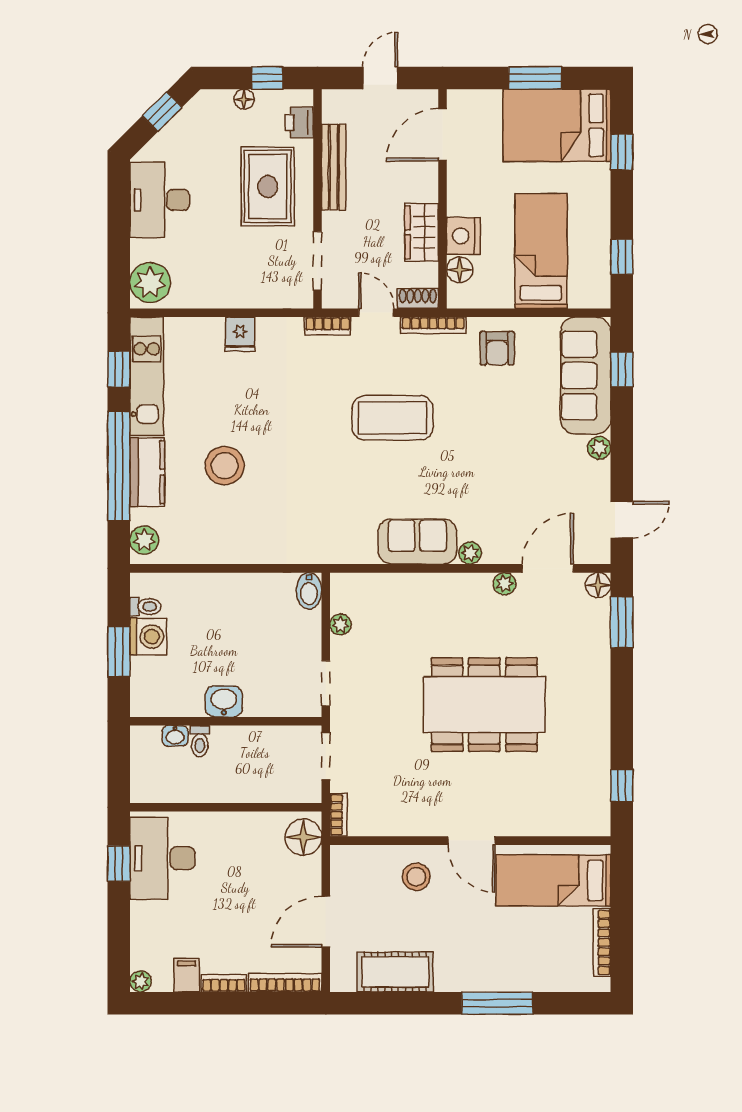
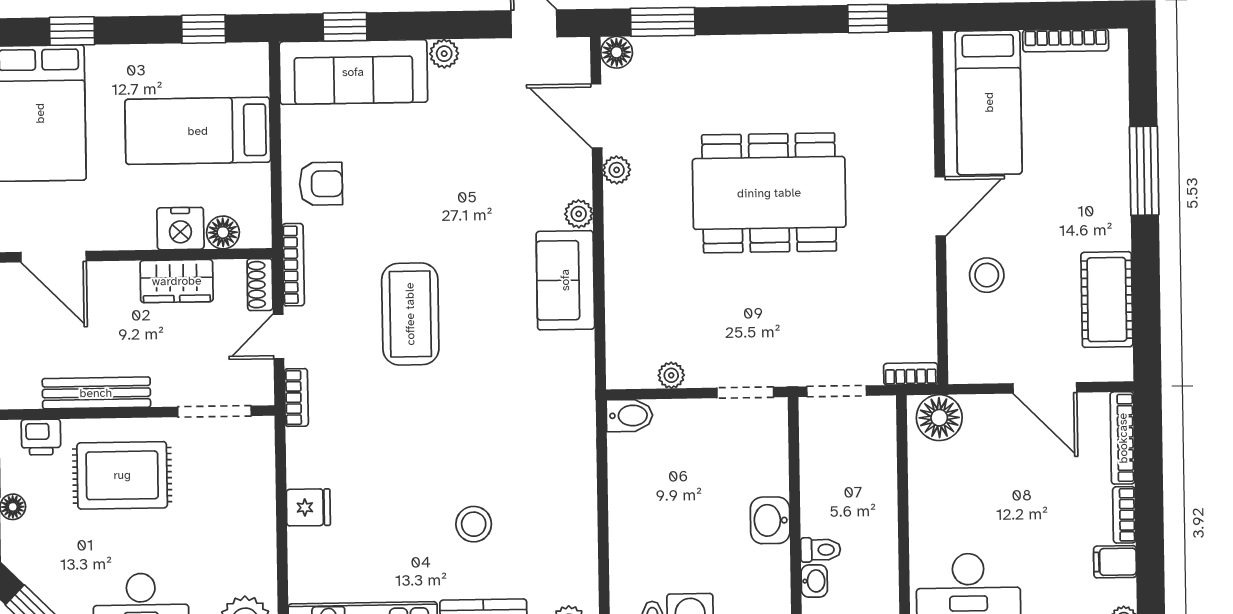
stool: (225, 466) -> (474, 524), width x0.73, depth x0.73
dining table: (484, 705) -> (769, 193), turned 90

